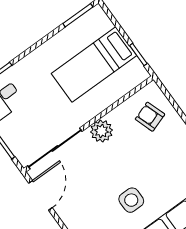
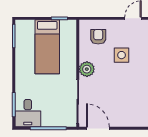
armchair: (150, 117) -> (98, 37), turned 109
side table: (131, 200) -> (122, 55), moved

